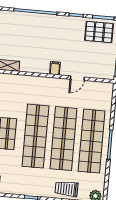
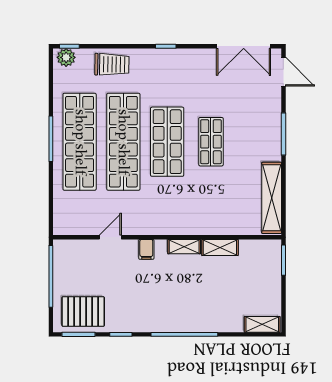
shelving: (31, 68) -> (184, 247), added
shop shelf: (35, 136) -> (167, 142), width x0.71

